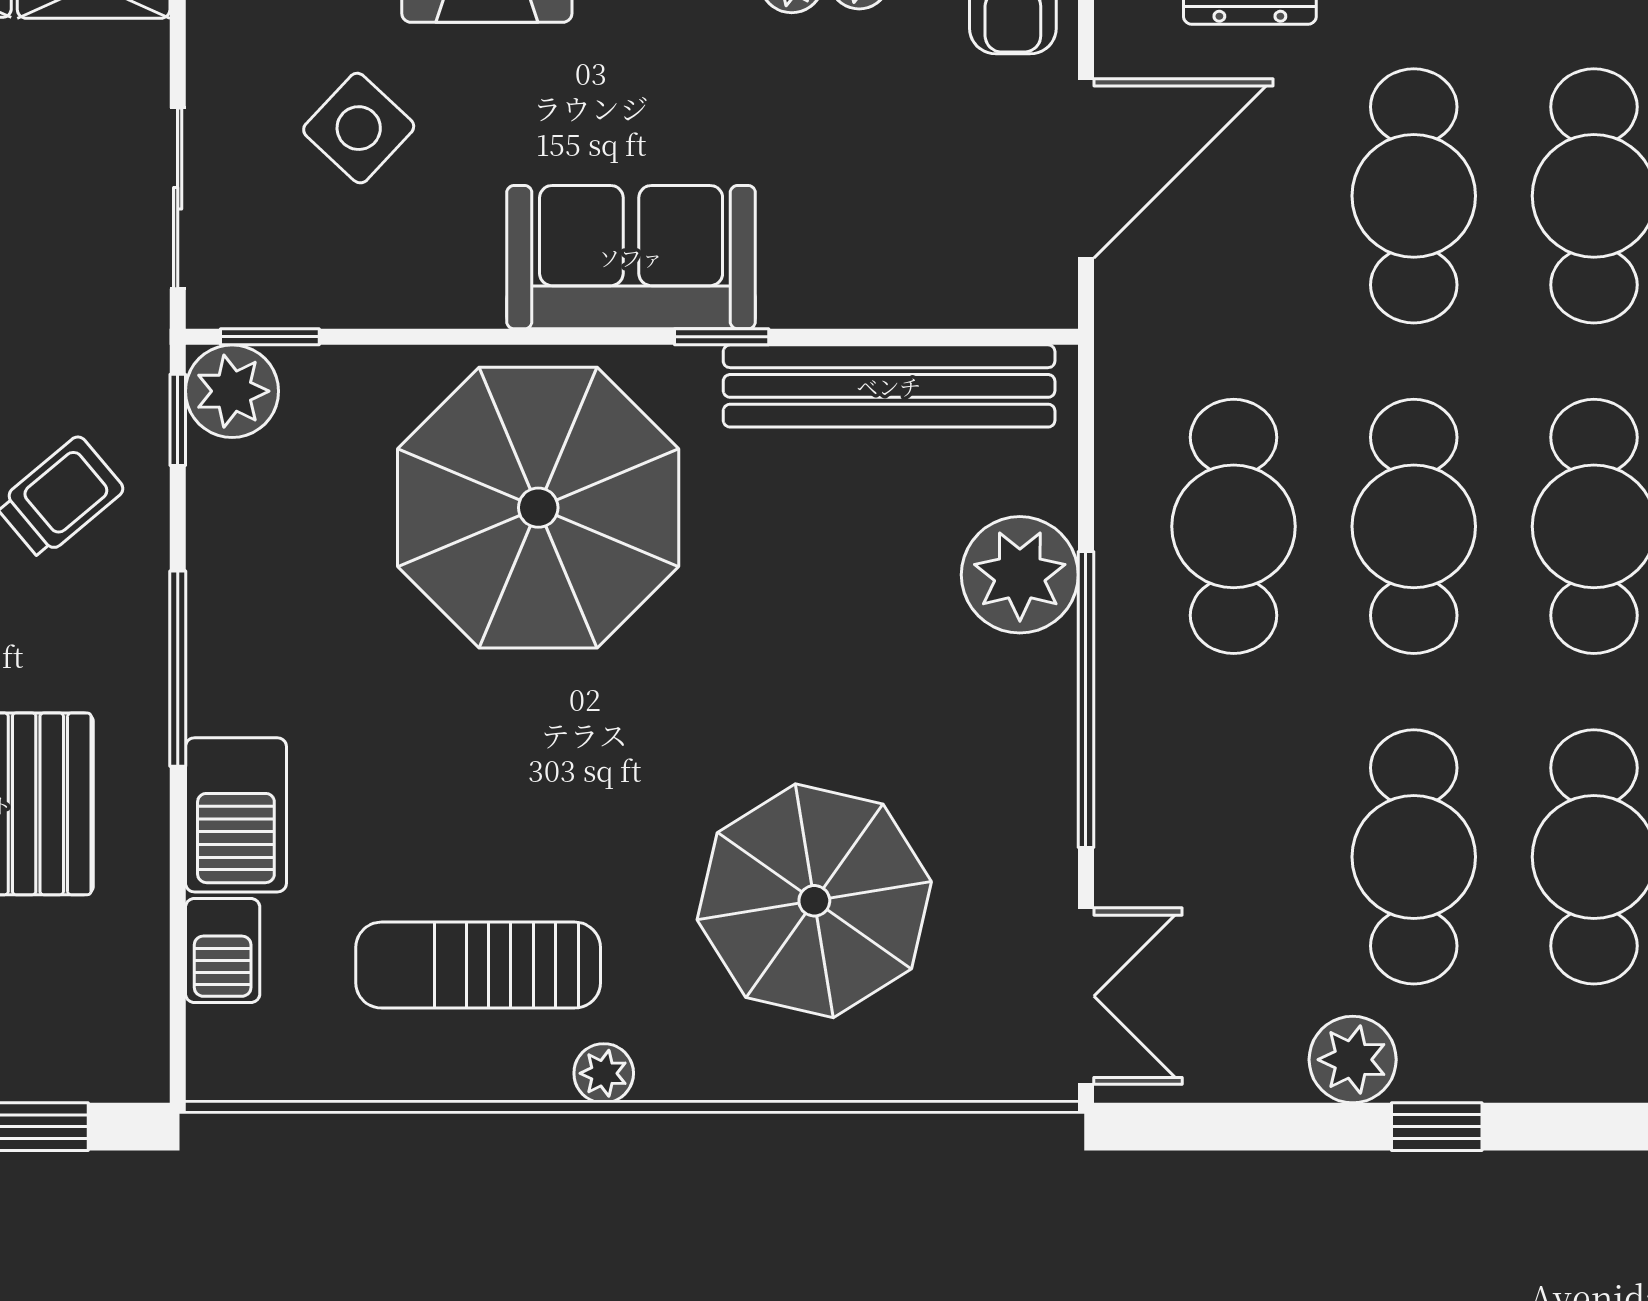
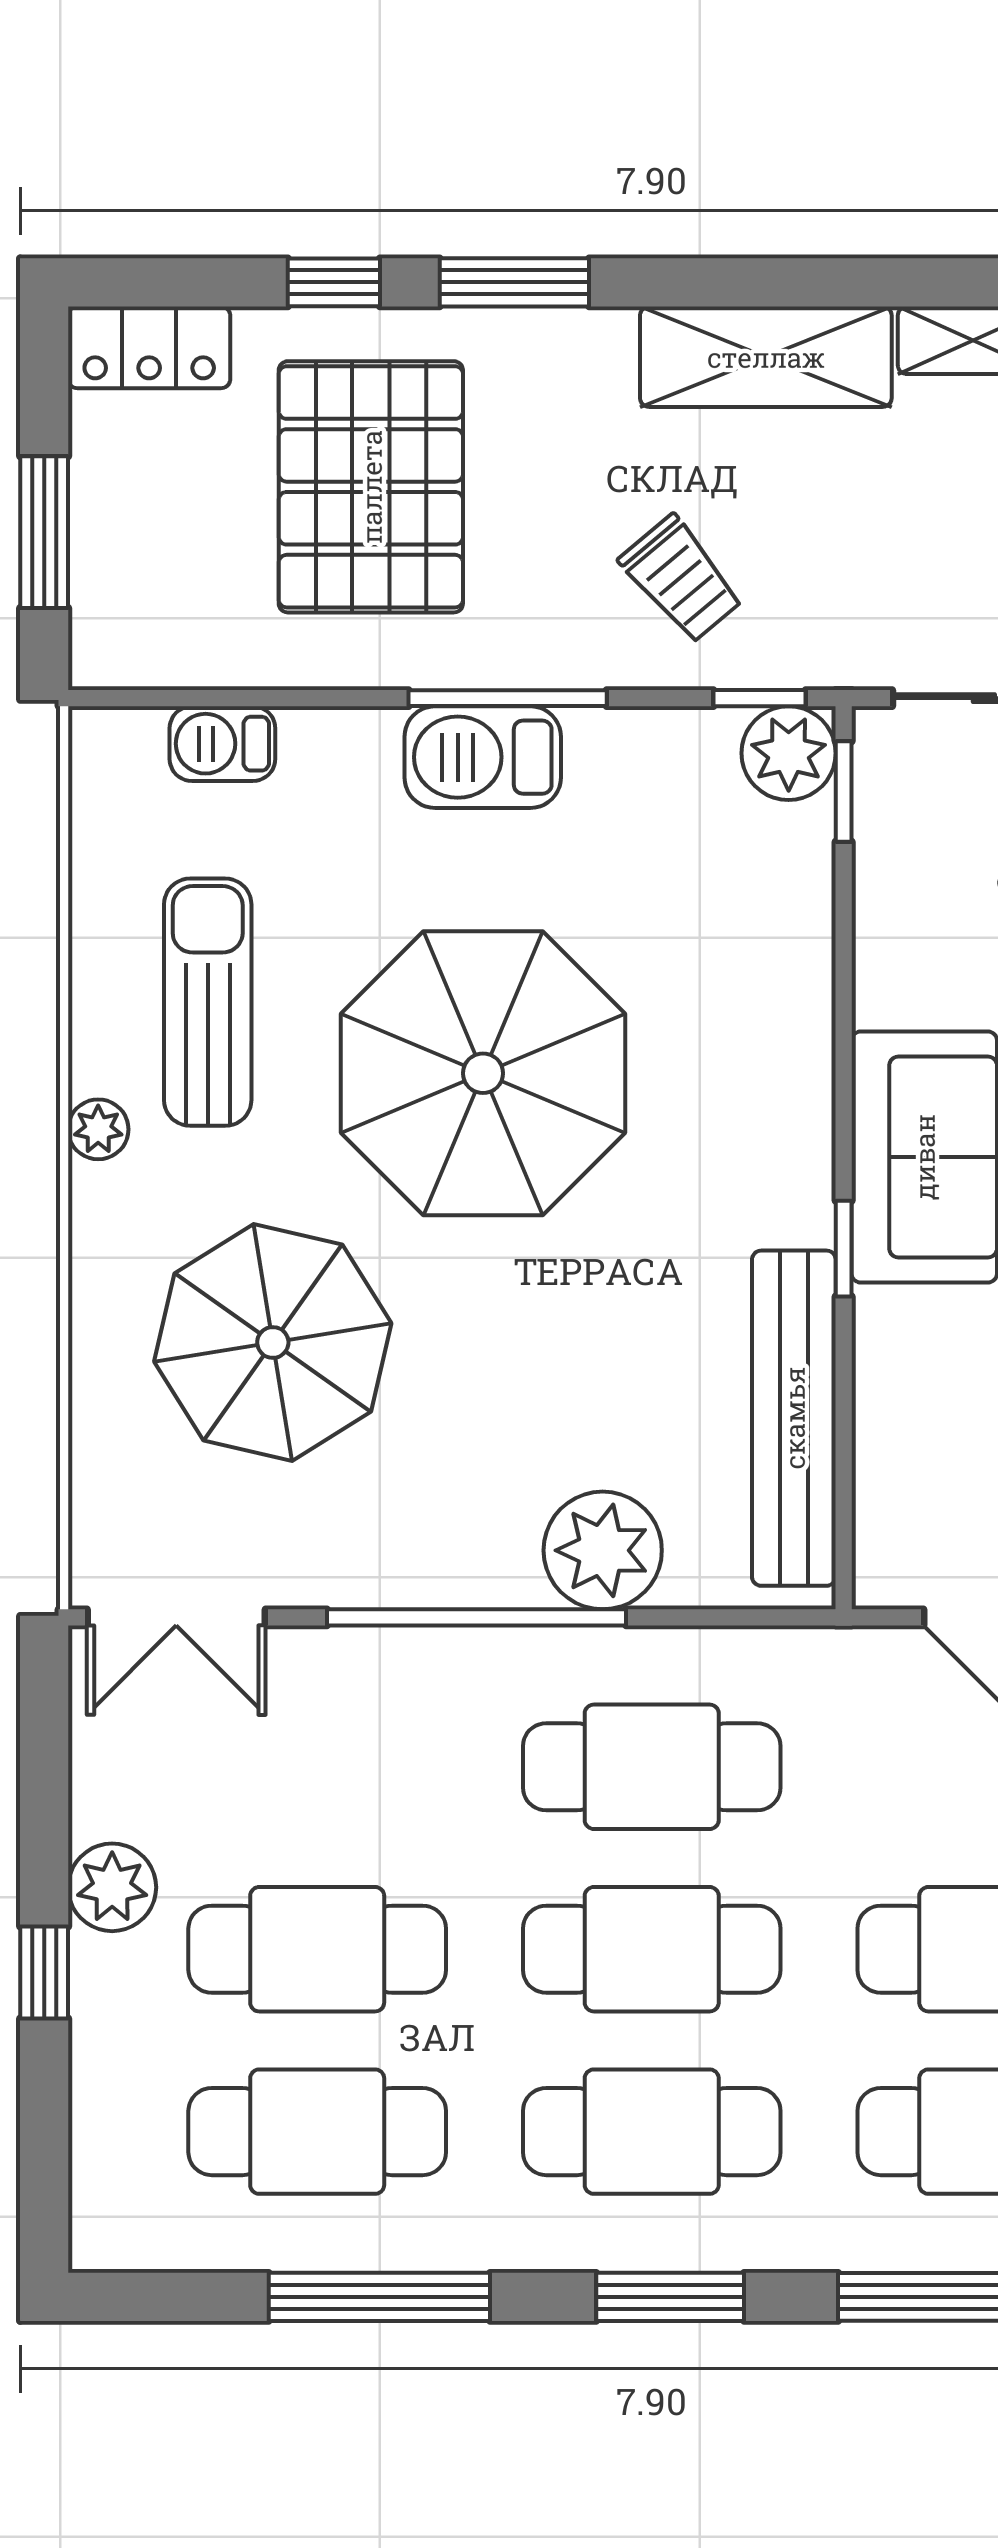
parasol: (538, 508) -> (483, 1073), moved
barbecue: (236, 815) -> (483, 757), moved

